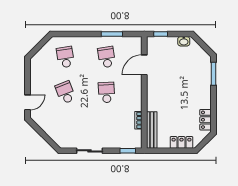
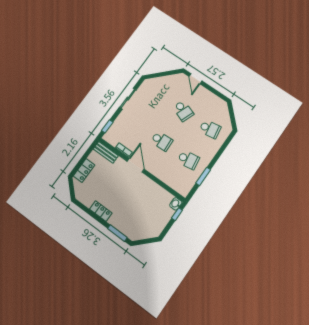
washbasin: (184, 41) -> (176, 204), moved
door: (144, 65) -> (136, 165), moved
school desk: (65, 92) -> (183, 111), turned 42
locker: (205, 120) -> (101, 211), moved
bench: (152, 130) -> (106, 152), width x0.73

